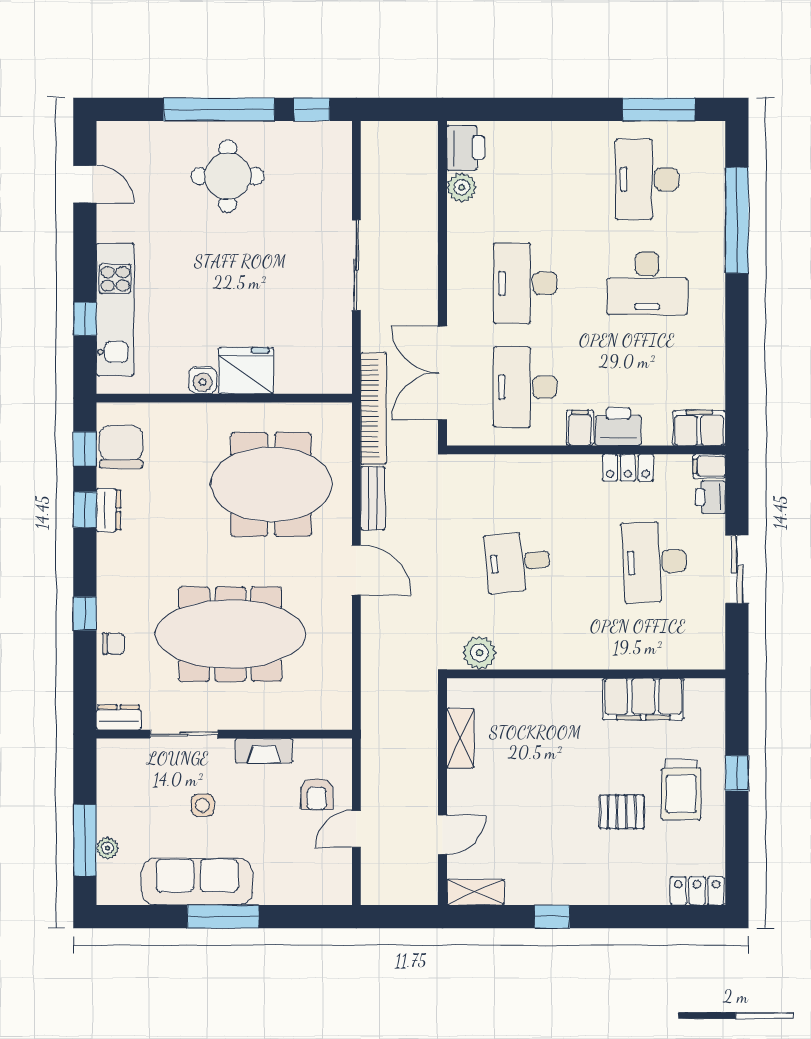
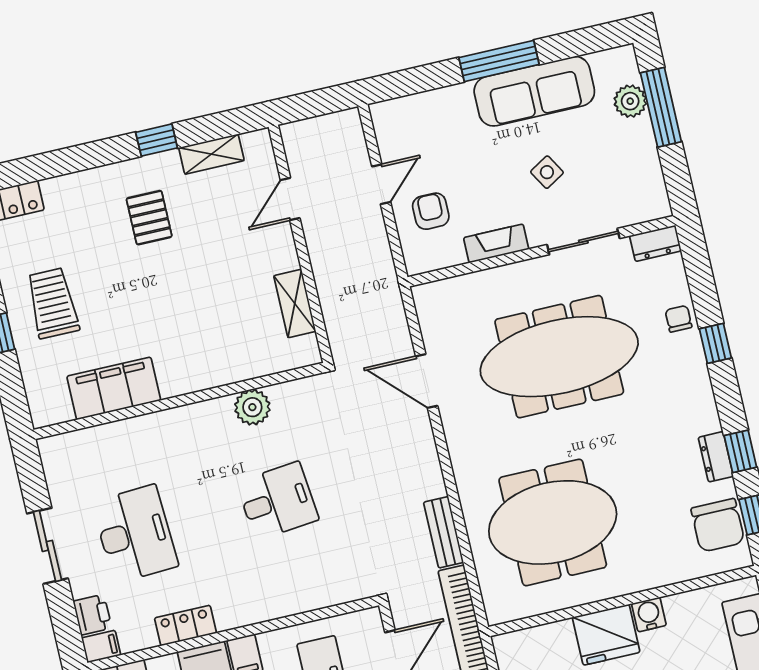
door: (356, 570) -> (427, 381), moved
chair: (113, 644) -> (679, 319), turned 90
plant: (479, 653) -> (252, 407), moved
side table: (203, 805) -> (547, 172), turned -31
pallet: (622, 812) -> (149, 218), moved, turned 90
plant: (108, 848) -> (630, 101), width x1.38, depth x1.38
shelving: (475, 892) -> (211, 154), moved

